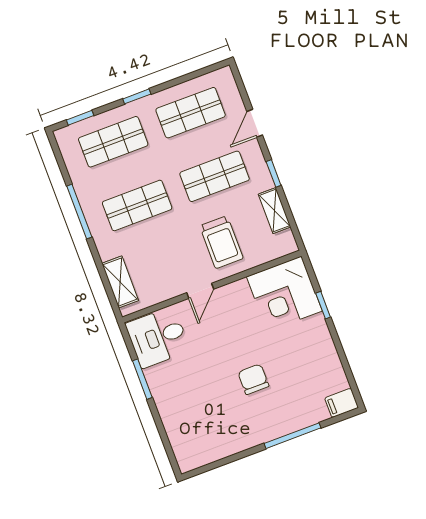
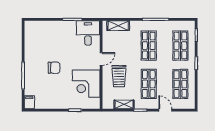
trolley: (221, 242) -> (119, 76), turned -90
door: (200, 291) -> (101, 59), swing flipped
corner desk: (284, 294) -> (86, 84), moved, turned -90

